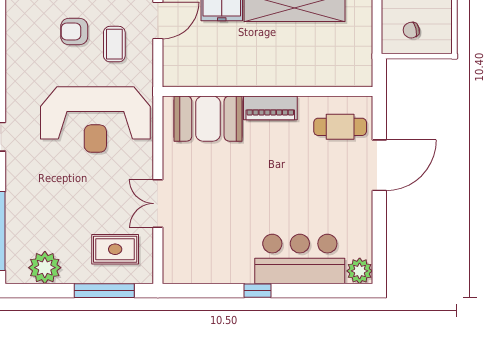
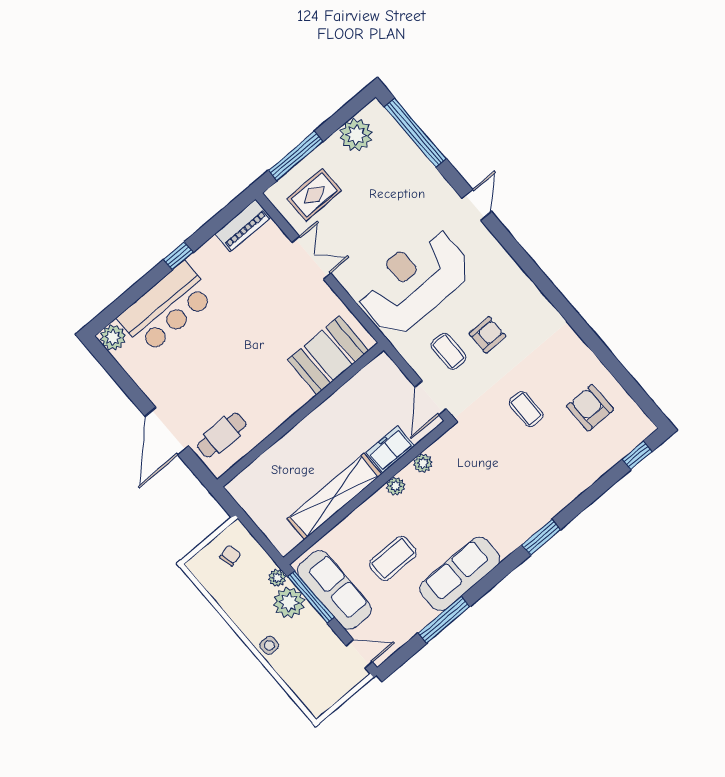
piano: (270, 108) -> (243, 226), moved, turned 180

